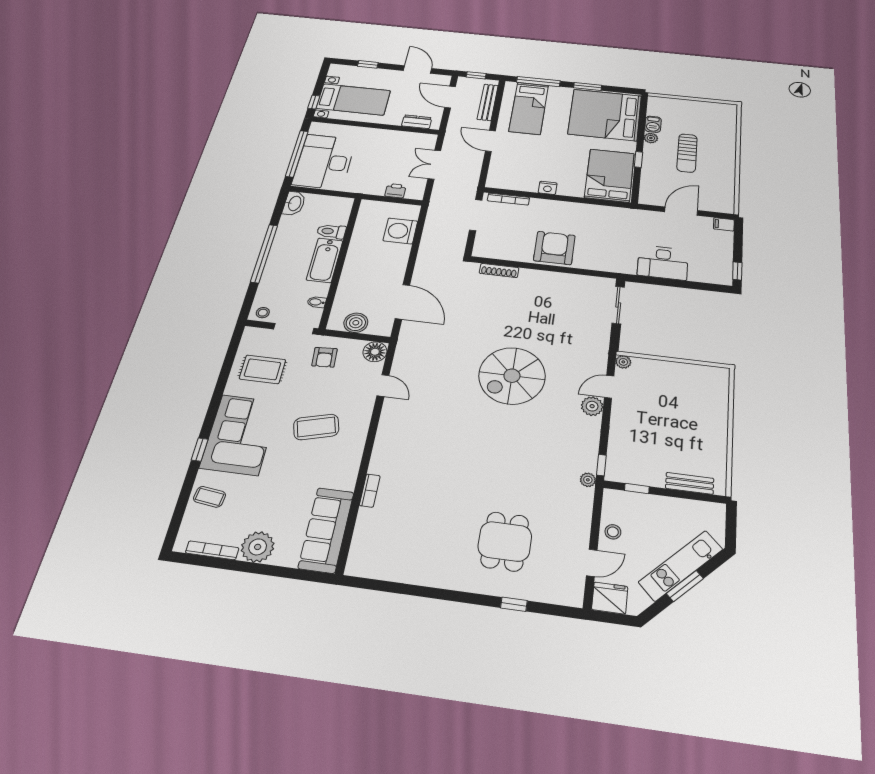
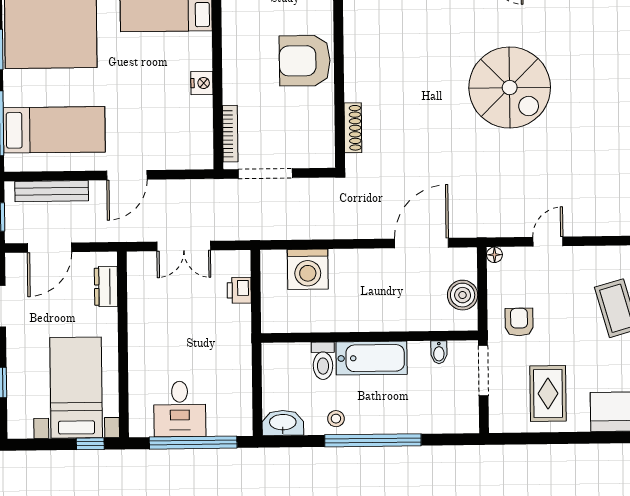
desk: (324, 162) -> (180, 409), width x0.53, depth x0.77
stool: (263, 313) -> (336, 419), moved
floor lamp: (375, 352) -> (494, 255), width x0.53, depth x0.53
armchair: (325, 357) -> (519, 322), turned -86

